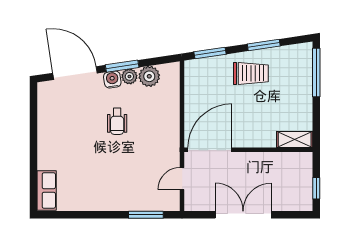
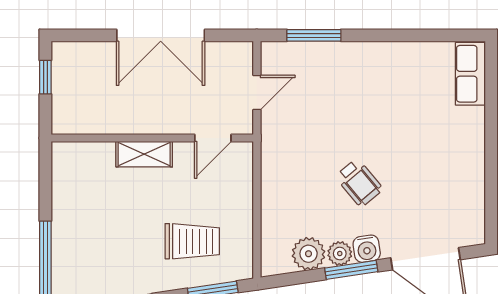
trolley: (251, 73) -> (192, 241), moved, turned 180
wheelchair: (117, 121) -> (359, 183), turned 140
shelving: (295, 139) -> (144, 154), moved
door: (210, 150) -> (213, 138), width x0.53

